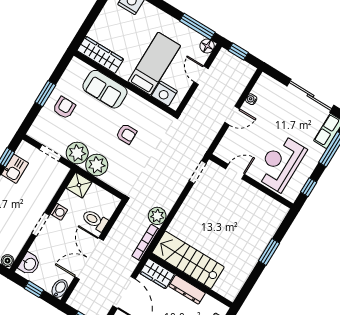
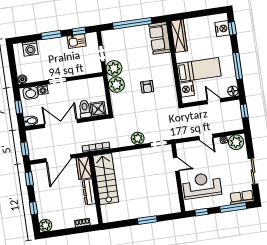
window: (197, 27) -> (238, 66), moved
door: (201, 75) -> (214, 101), hinge flipped
plant: (265, 88) -> (236, 142), added
sofa: (105, 89) -> (160, 38), moved
window: (45, 94) -> (132, 23), width x2.11
sliding door: (310, 96) -> (253, 171), width x0.73
armchair: (64, 108) -> (133, 40), removed
shower: (79, 185) -> (98, 109), moved
washing machine: (59, 212) -> (43, 90), moved
plant: (157, 216) -> (138, 138), moved

